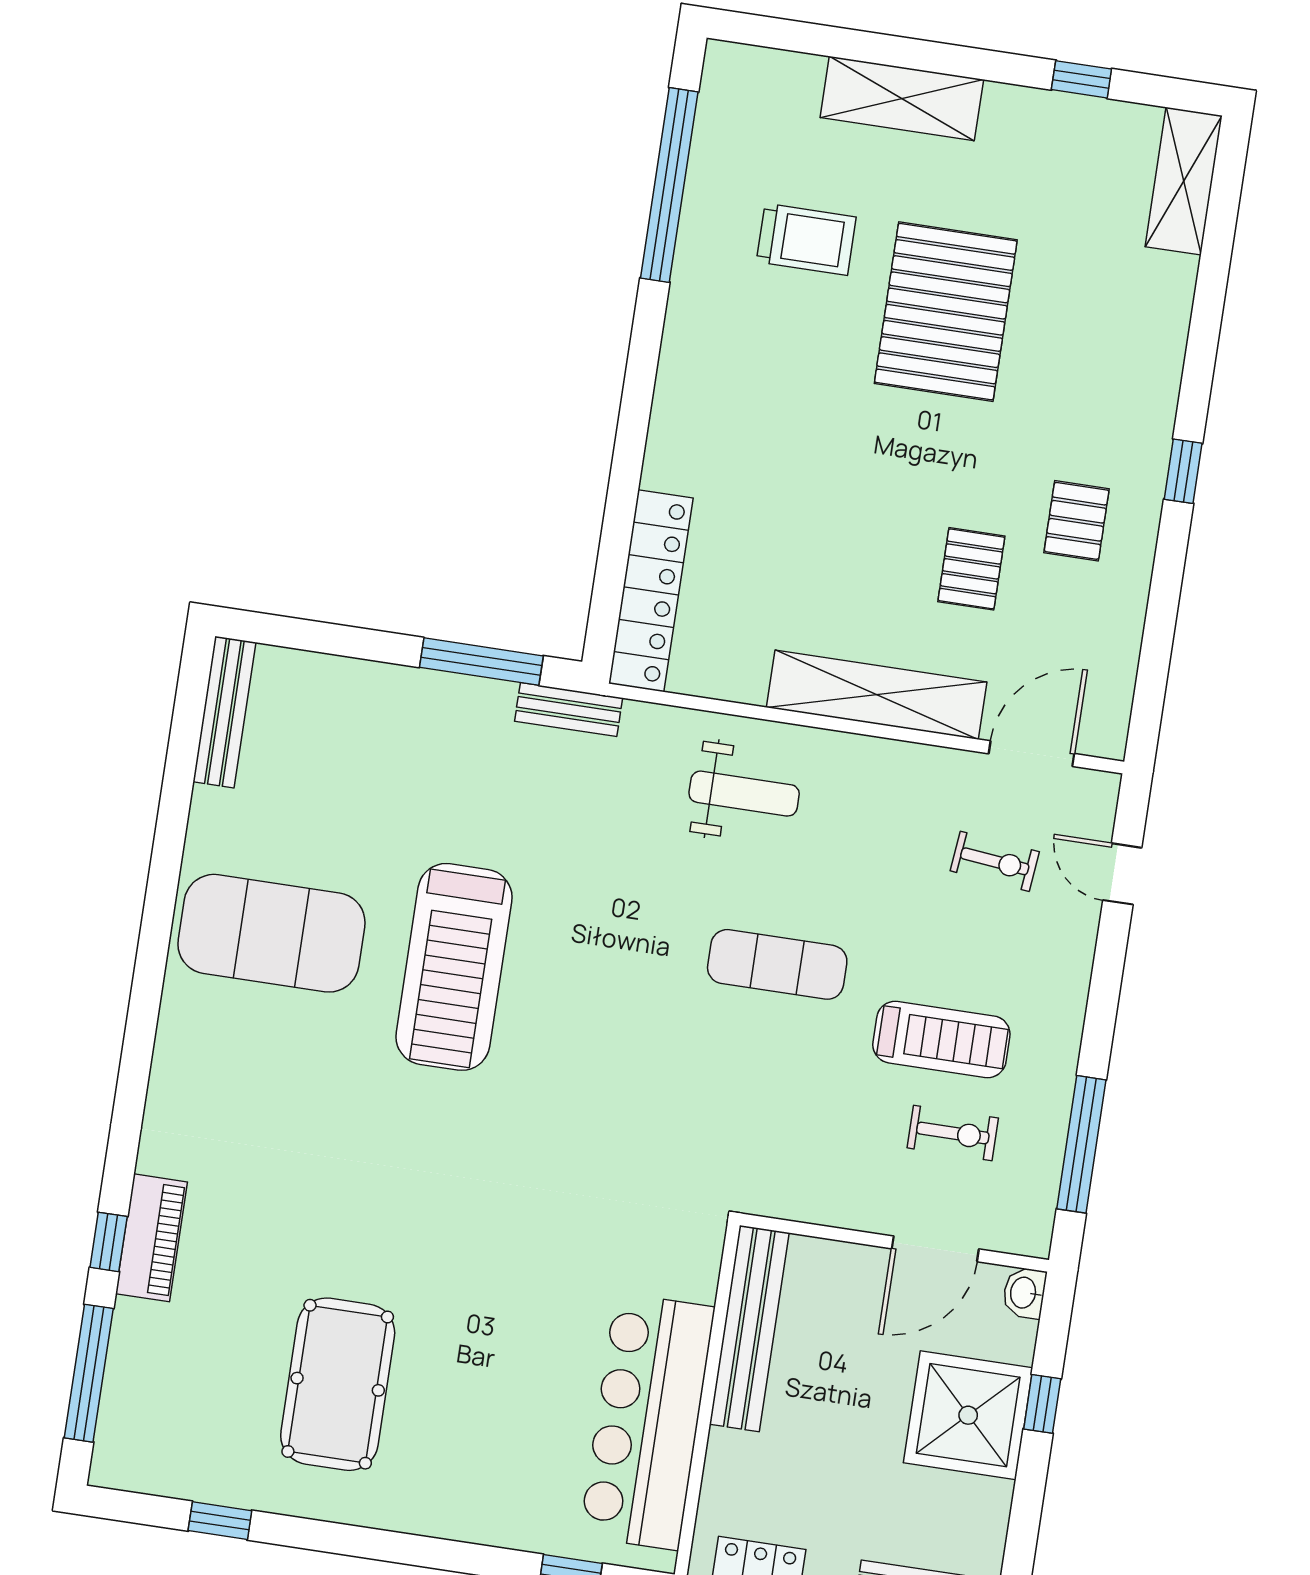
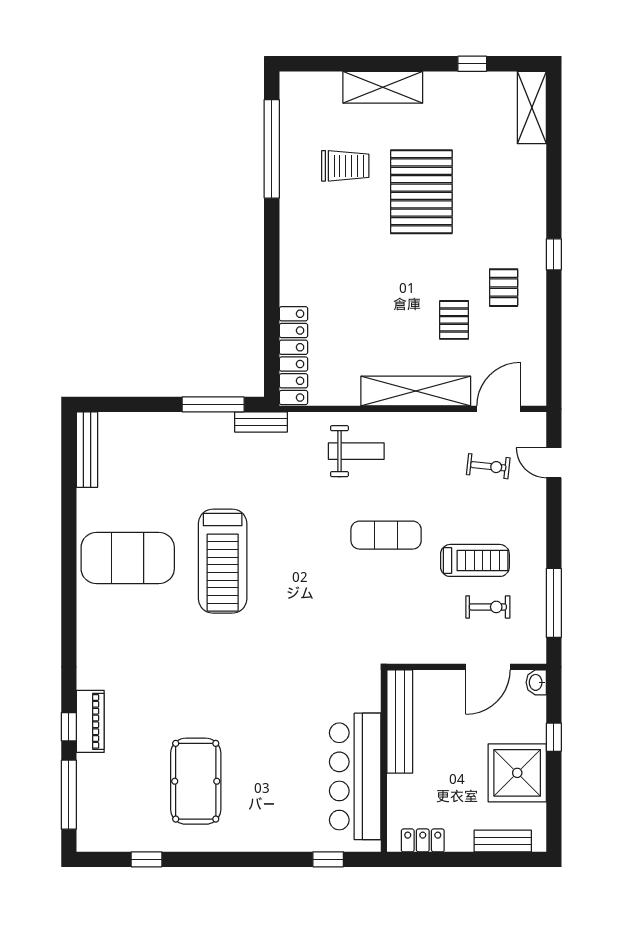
shower: (968, 1415) -> (517, 773), moved

